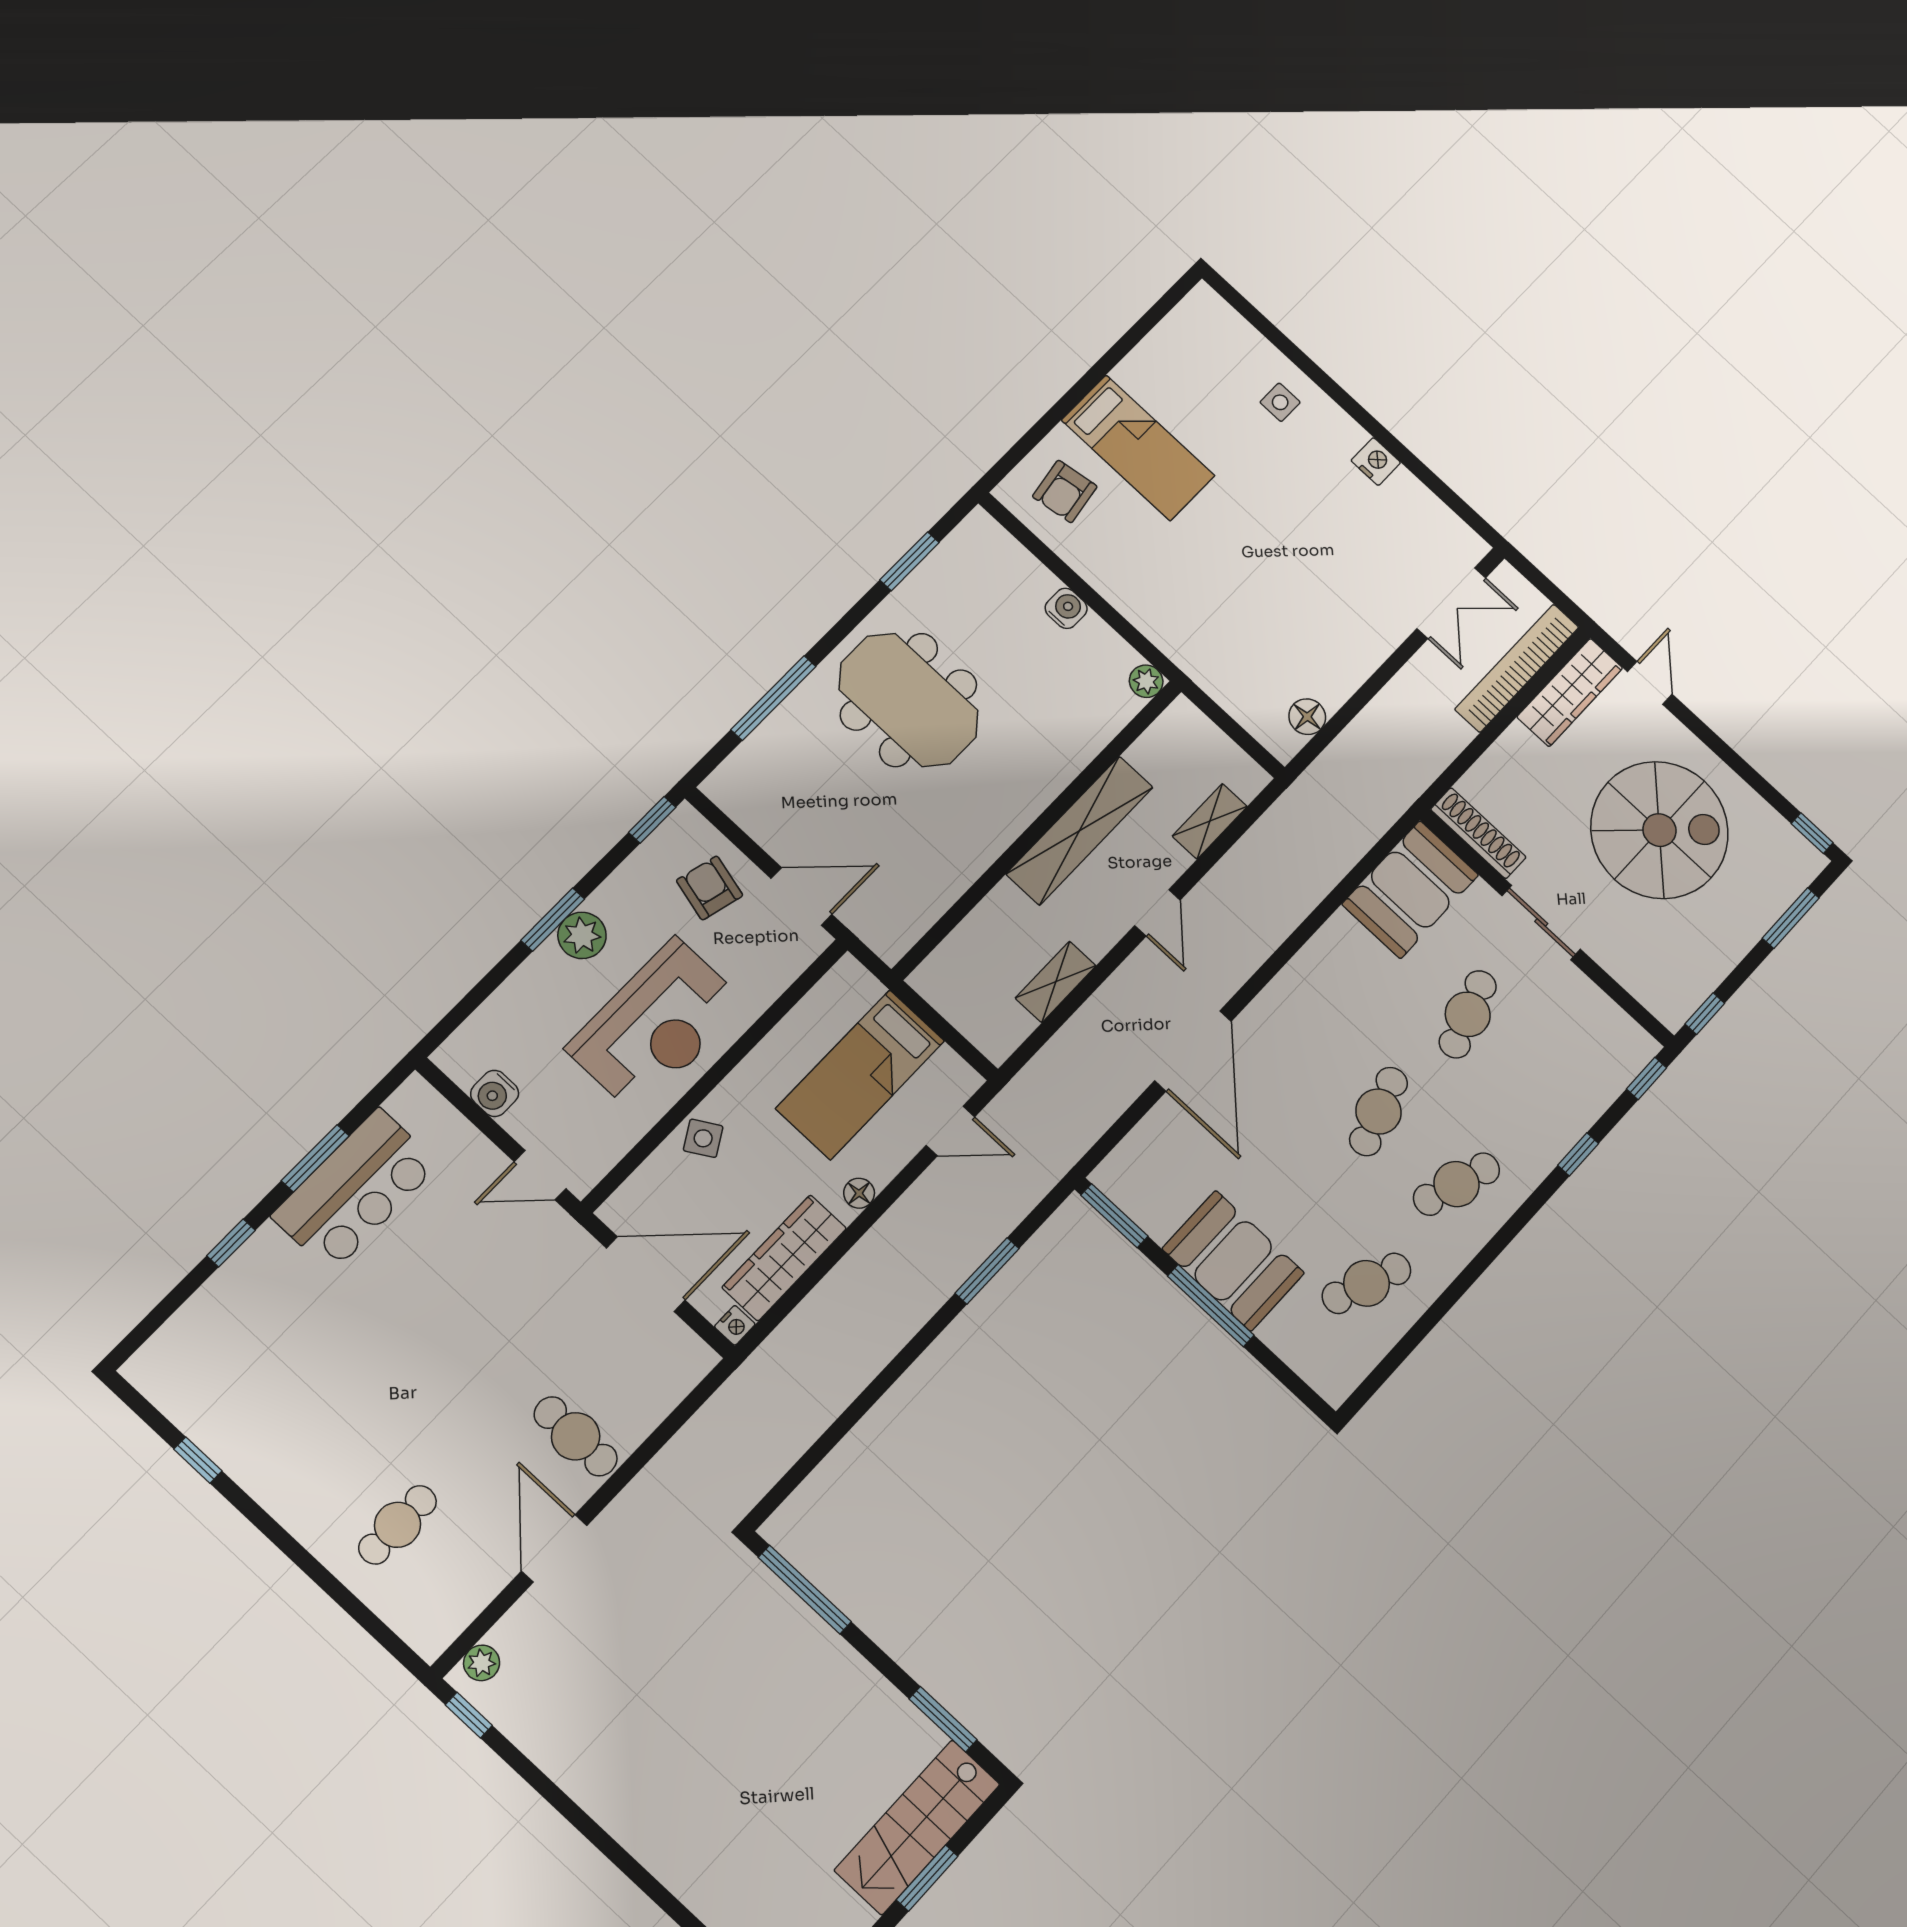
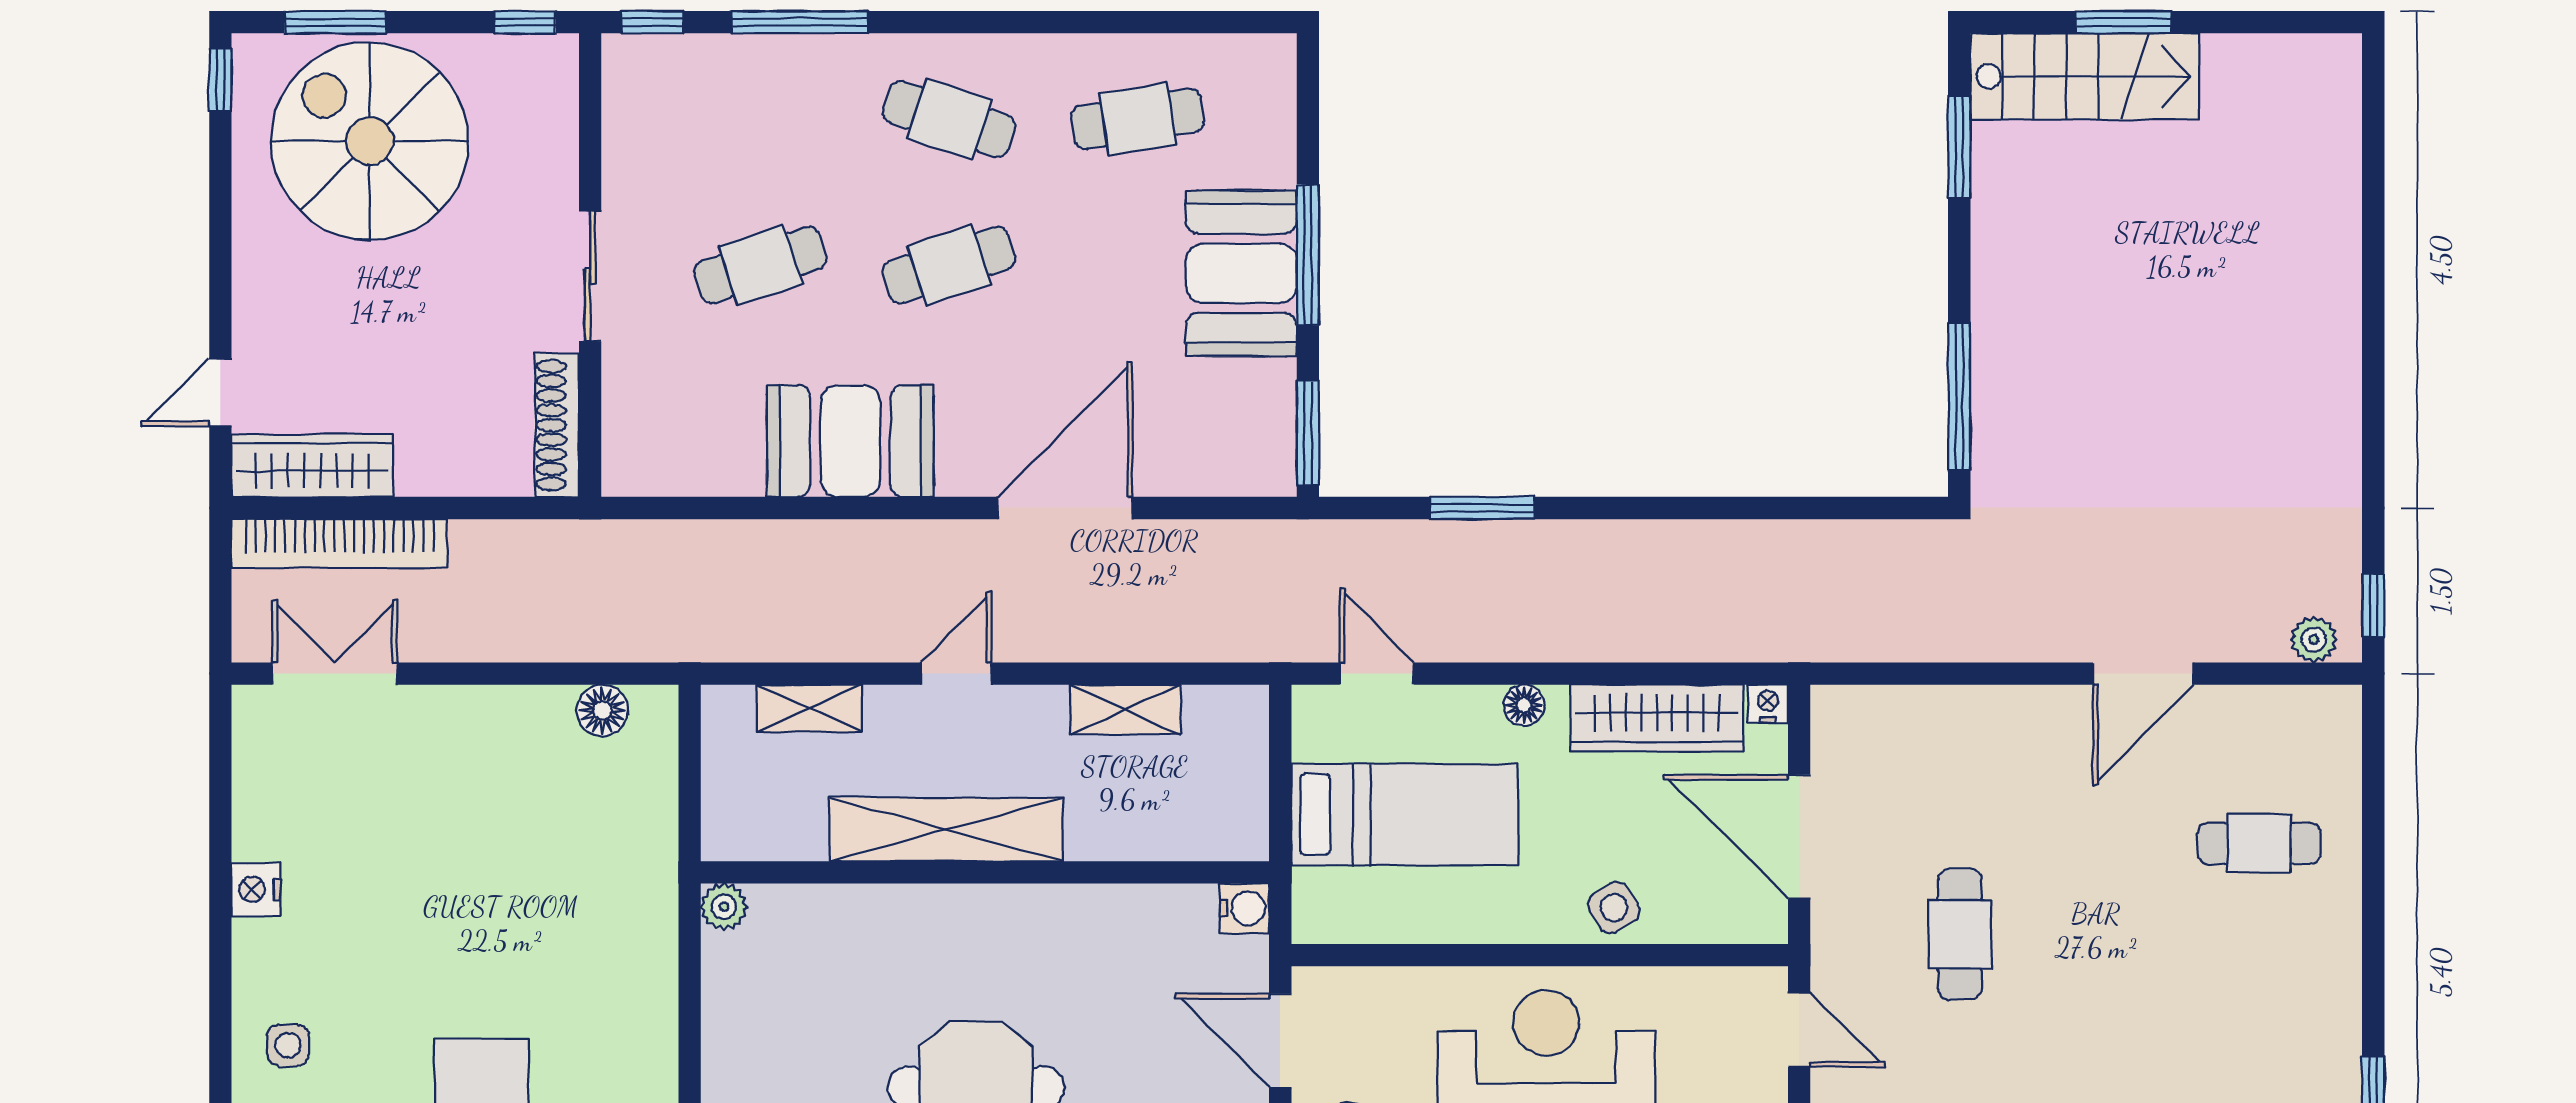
water cooler: (1066, 608) -> (1244, 908), moved, turned 180
spiral stairs: (1659, 830) -> (370, 141), moved
booth: (1410, 890) -> (850, 441), moved
window: (1578, 1154) -> (800, 22), width x2.17
cafe table: (1366, 1283) -> (1138, 119), turned -30
cafe table: (576, 1436) -> (1960, 934), moved

